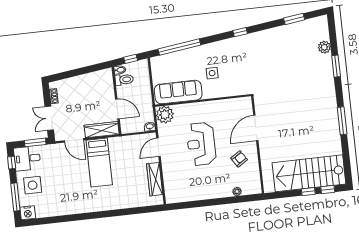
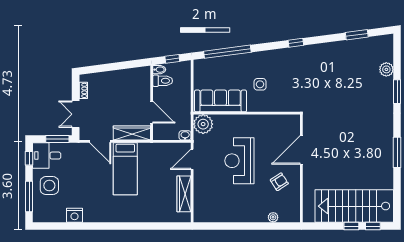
nightstand: (28, 213) -> (74, 215), moved

